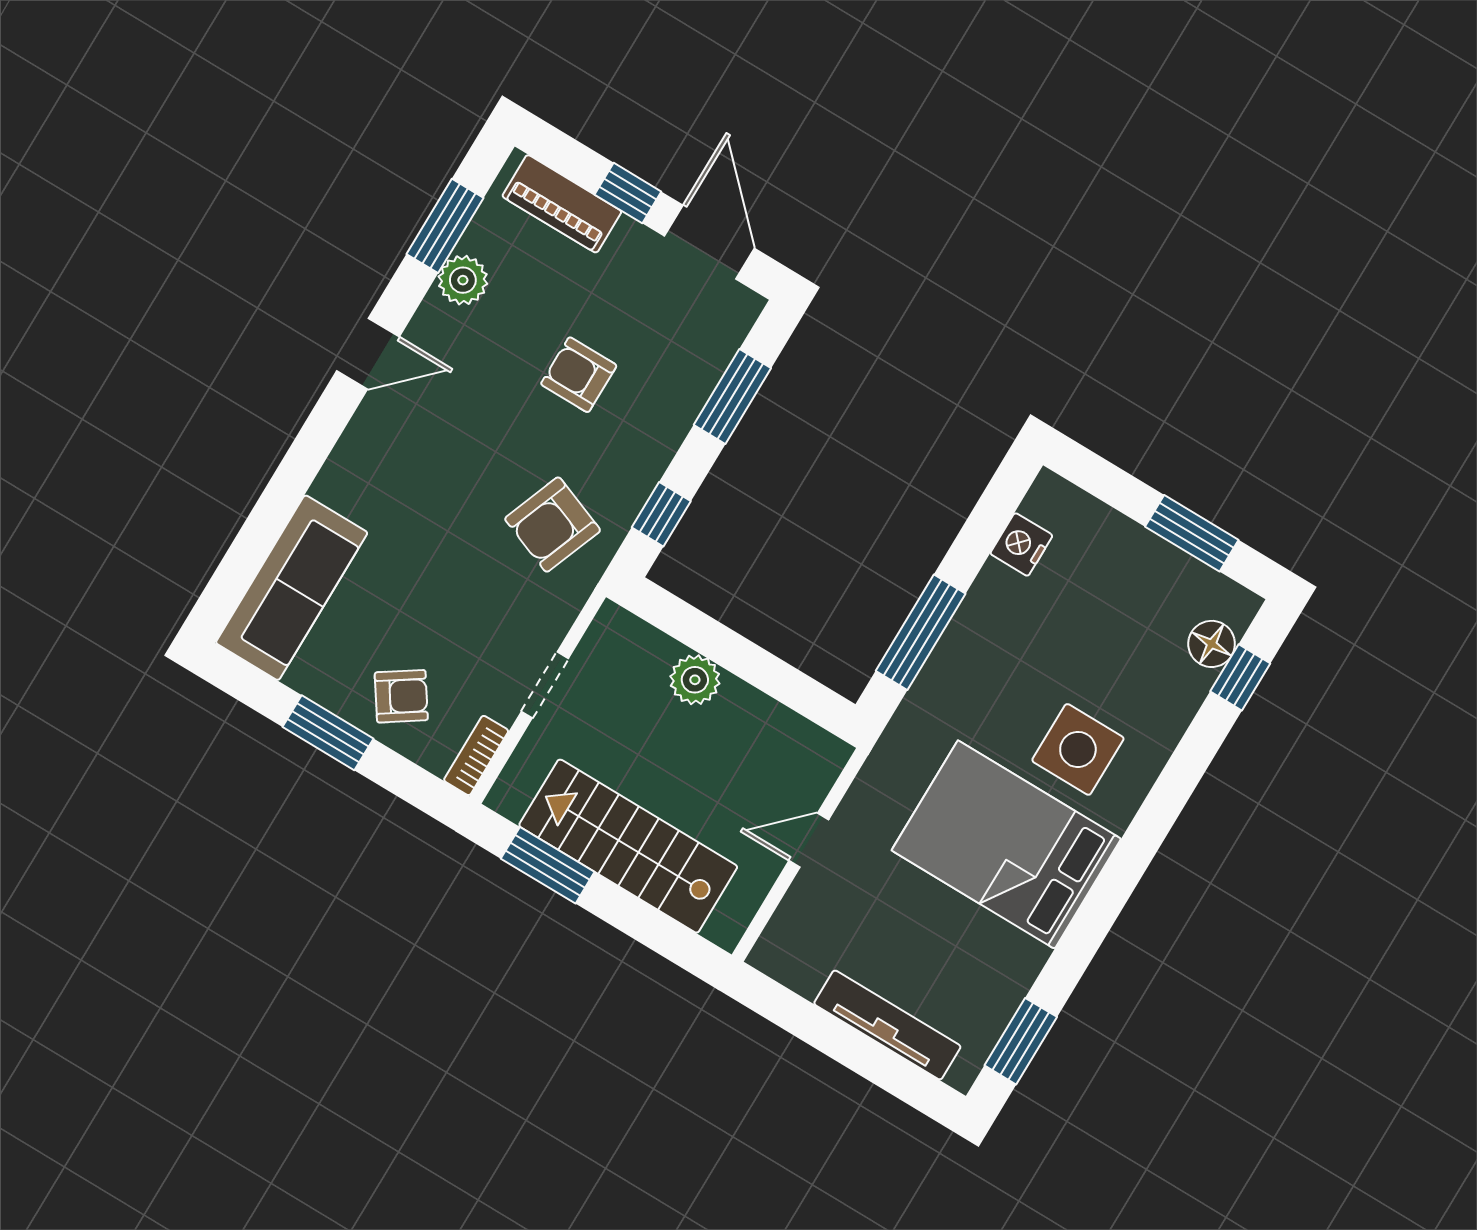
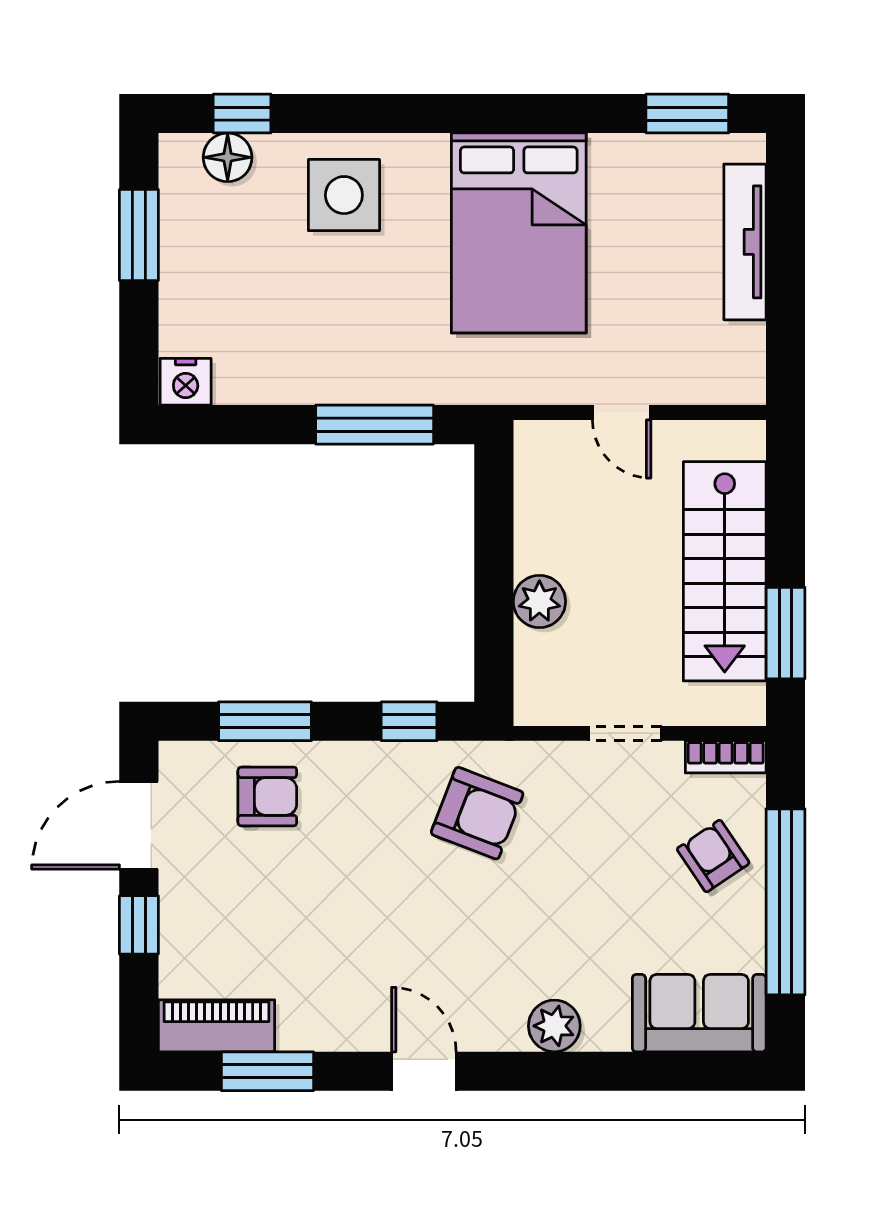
piano: (562, 204) -> (216, 1026), moved, turned -90
plant: (463, 280) -> (554, 1026), moved
armchair: (579, 375) -> (267, 796), moved, turned -90
nightstand: (1021, 544) -> (186, 382), moved
sofa: (292, 588) -> (699, 1013), width x0.73
window: (328, 733) -> (785, 902), width x2.11
side table: (1078, 749) -> (344, 195), moved

